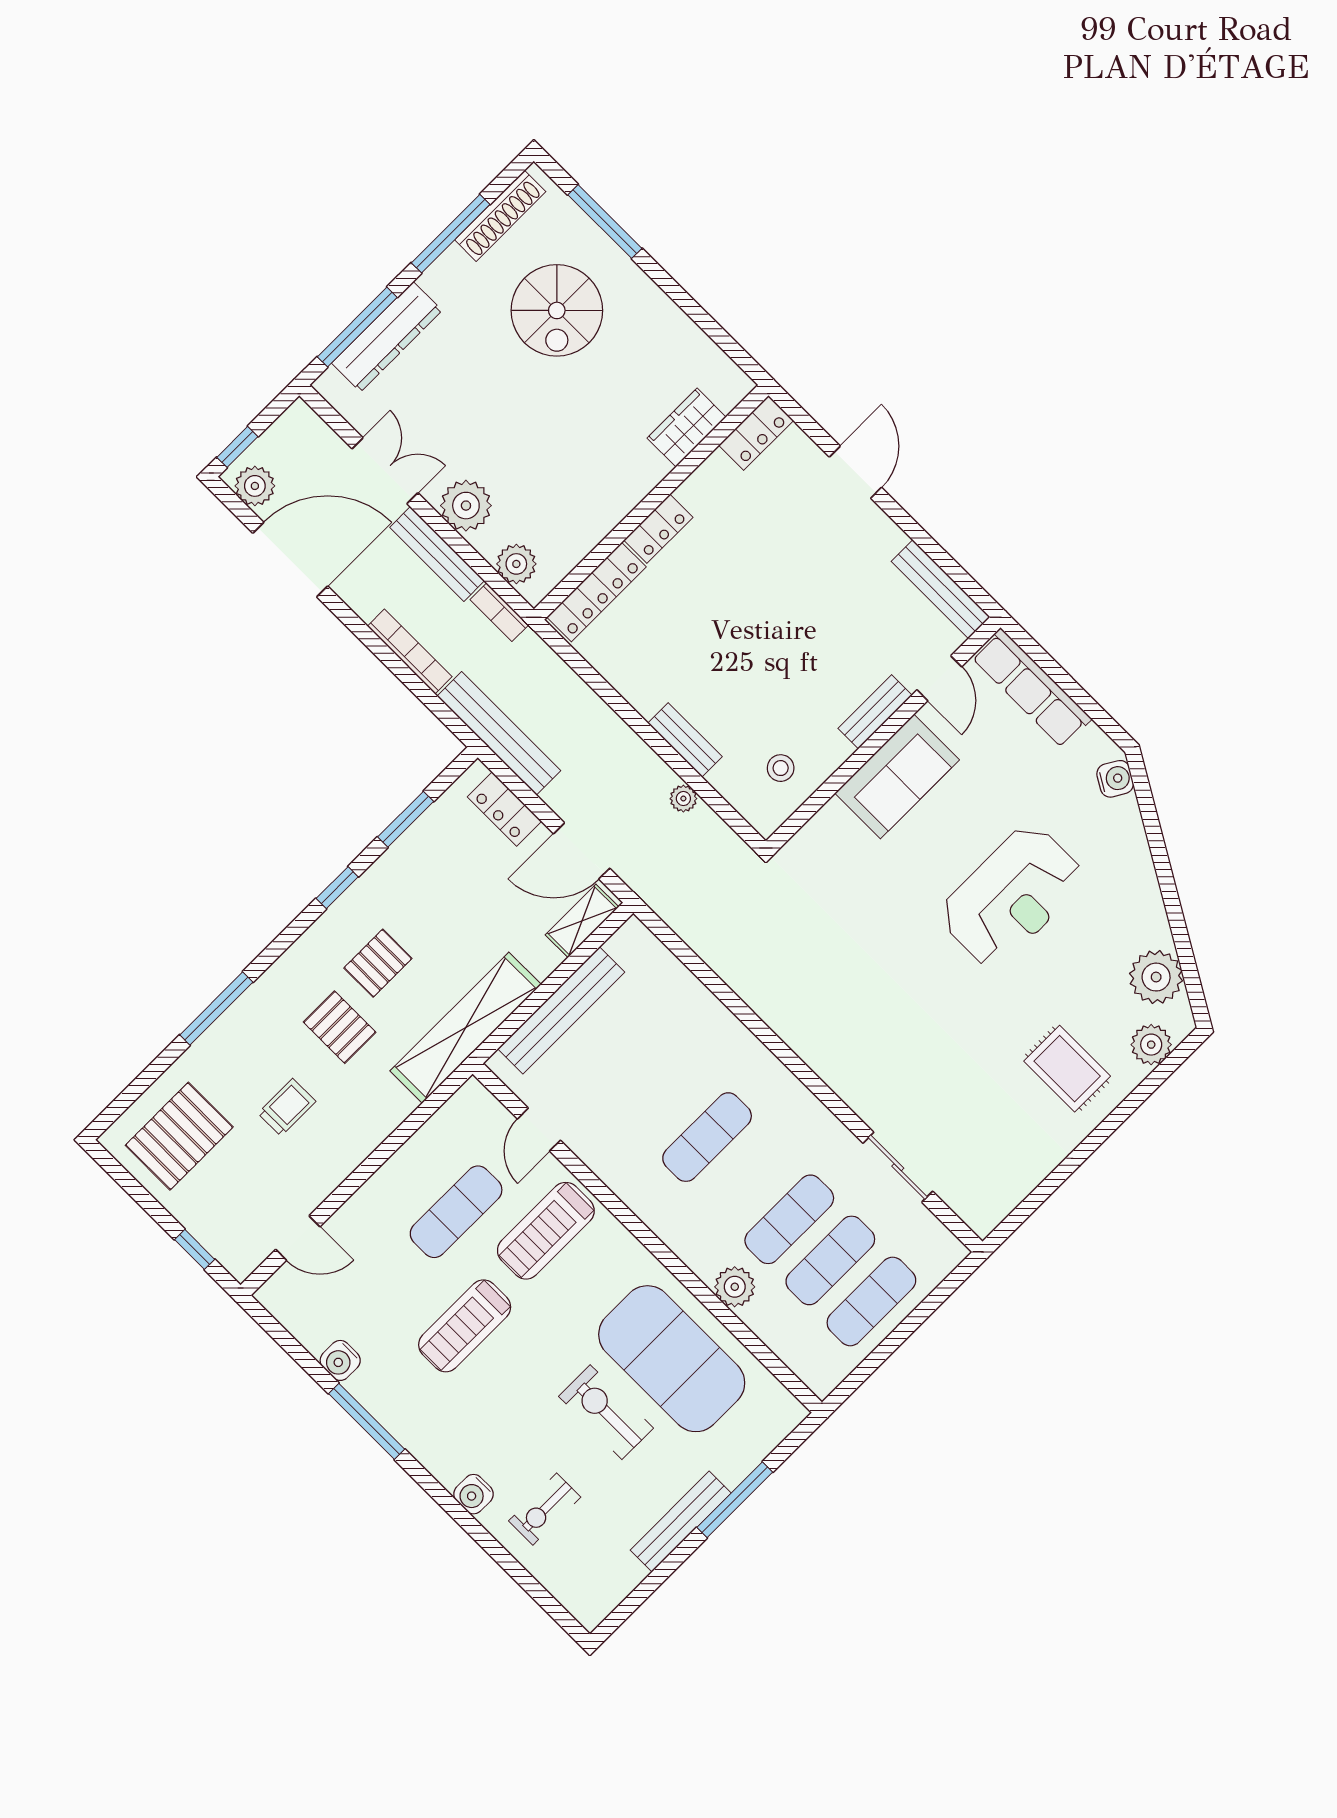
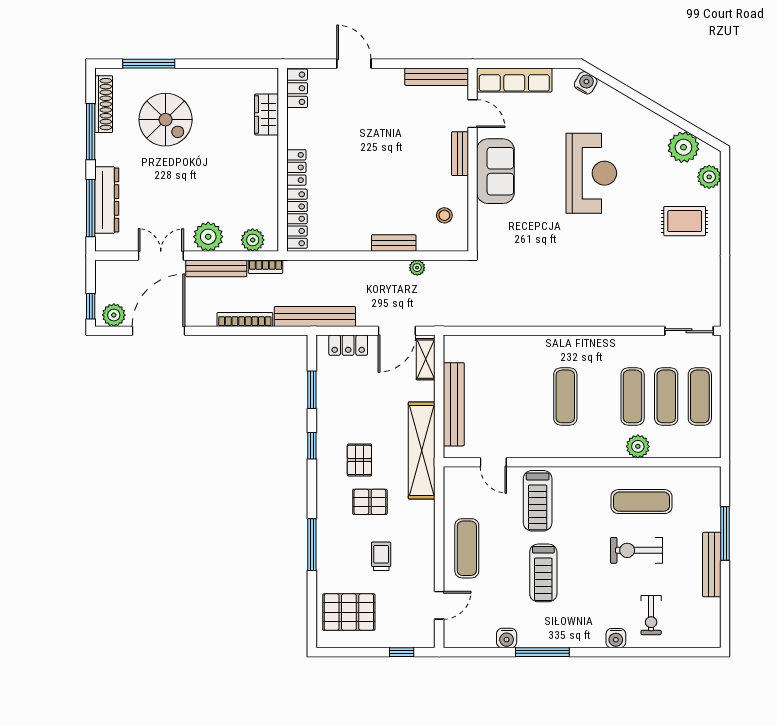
pallet: (179, 1136) -> (349, 612), turned 90
sliding door: (898, 1167) -> (689, 331), moved
exercise mat: (456, 1212) -> (467, 548), moved
exercise mat: (672, 1359) -> (642, 502), width x0.50, depth x0.69

